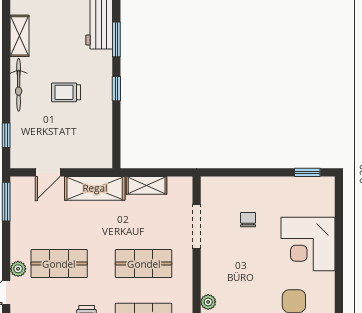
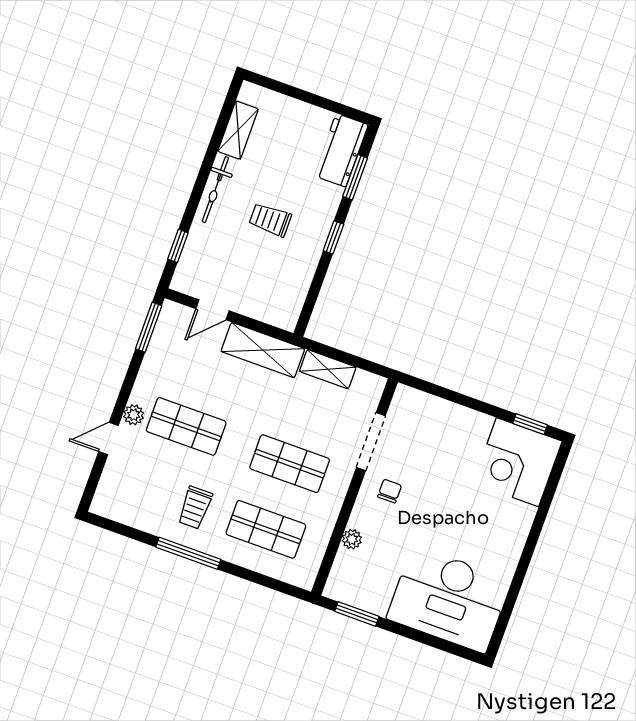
chair: (248, 220) -> (390, 491), moved
corner desk: (308, 244) -> (518, 462), moved

